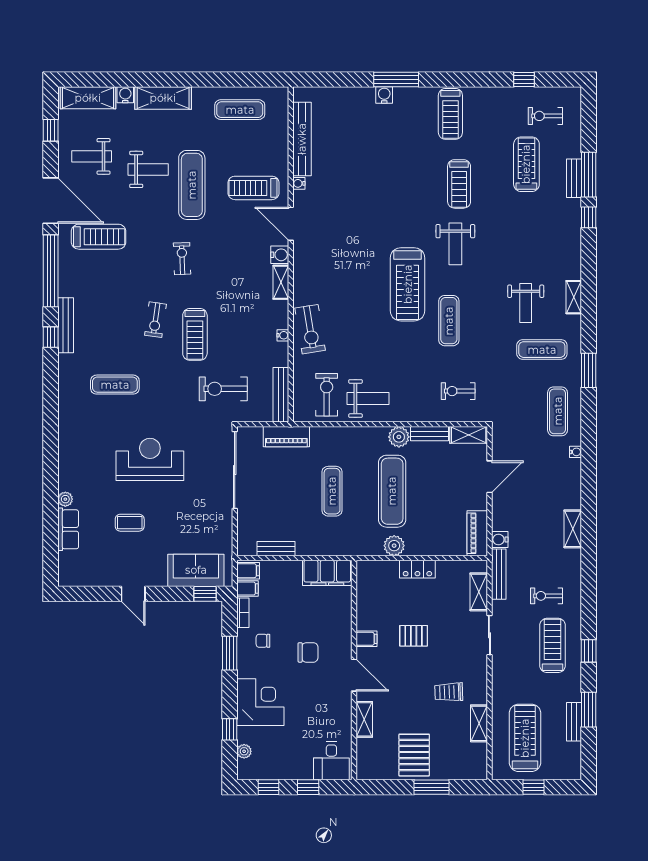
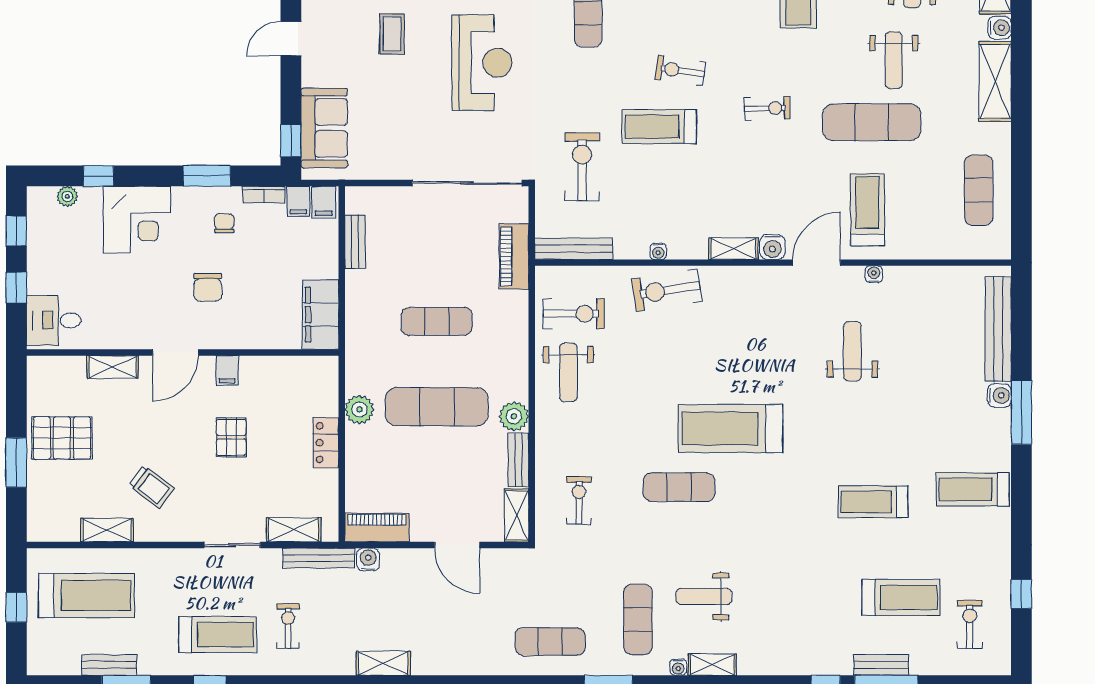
bench: (302, 139) -> (998, 329), moved, turned 90
weight bench: (455, 244) -> (852, 351), moved, turned 90
water cooler: (576, 452) -> (678, 667), moved
trolley: (449, 692) -> (152, 487), turned 129

